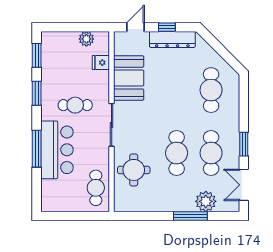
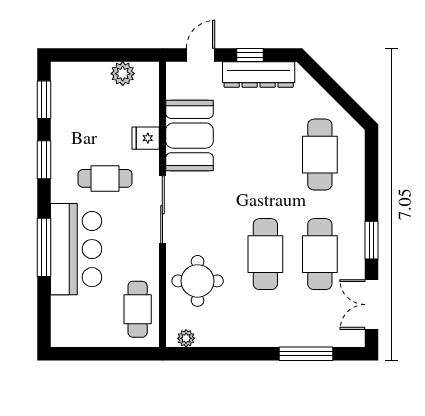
fridge: (101, 63) -> (146, 138), moved
plant: (206, 201) -> (186, 338), moved, width x0.53, depth x0.53
window: (190, 216) -> (306, 354), moved

